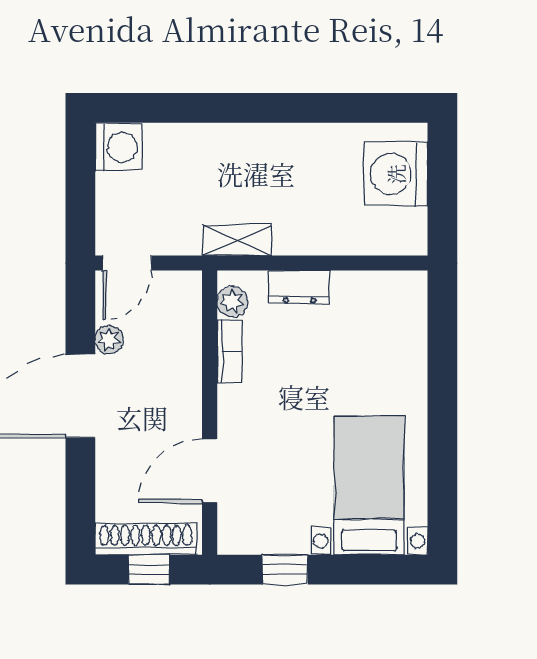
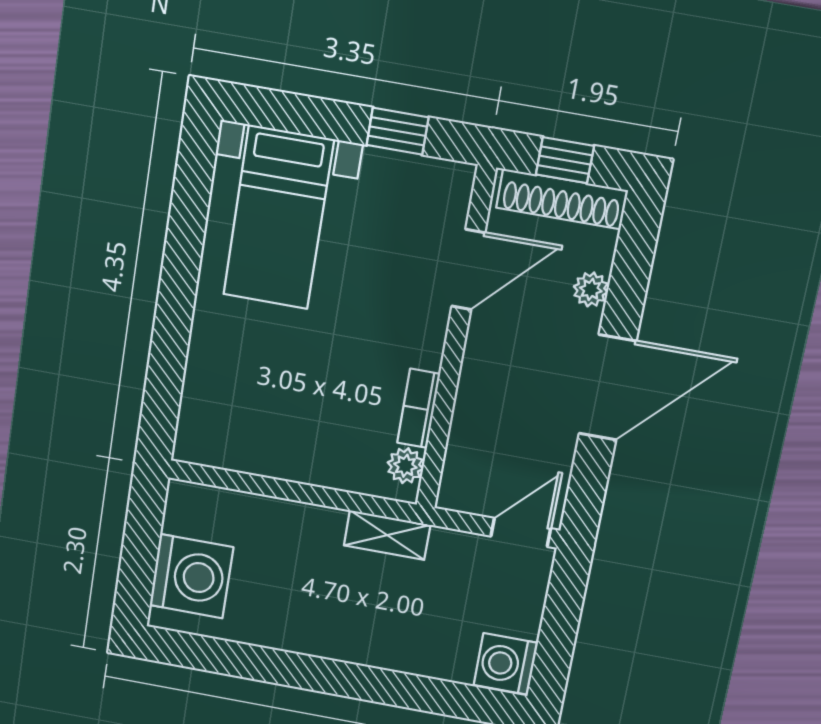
dresser: (299, 287) -> (323, 468), removed
plant: (109, 340) -> (591, 289), moved

